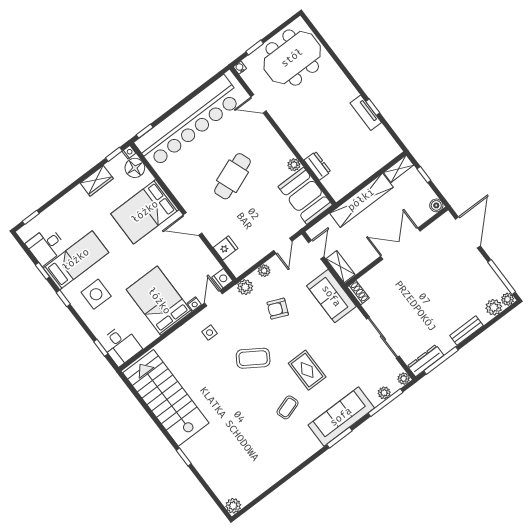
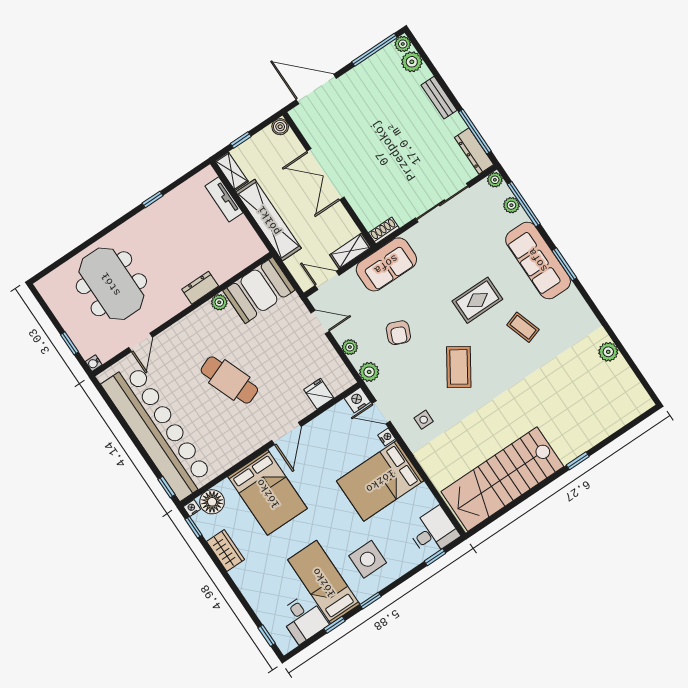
meeting table: (292, 58) -> (111, 284), moved
tv unit: (366, 113) -> (224, 199), moved, turned 90
dresser: (317, 166) -> (200, 288), moved
plant: (233, 506) -> (608, 352), moved

